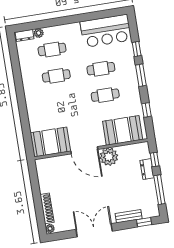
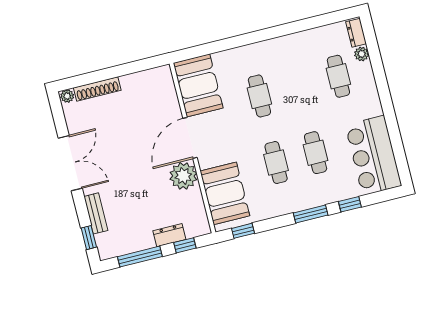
cafe table: (56, 76) -> (259, 96), moved
window: (146, 110) -> (243, 231), moved

